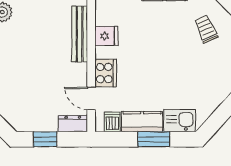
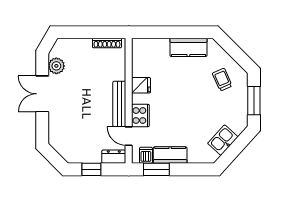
bench: (80, 34) -> (119, 104), moved
kitchen sink: (180, 121) -> (223, 140), moved, turned -48
window: (154, 139) -> (156, 169), moved

